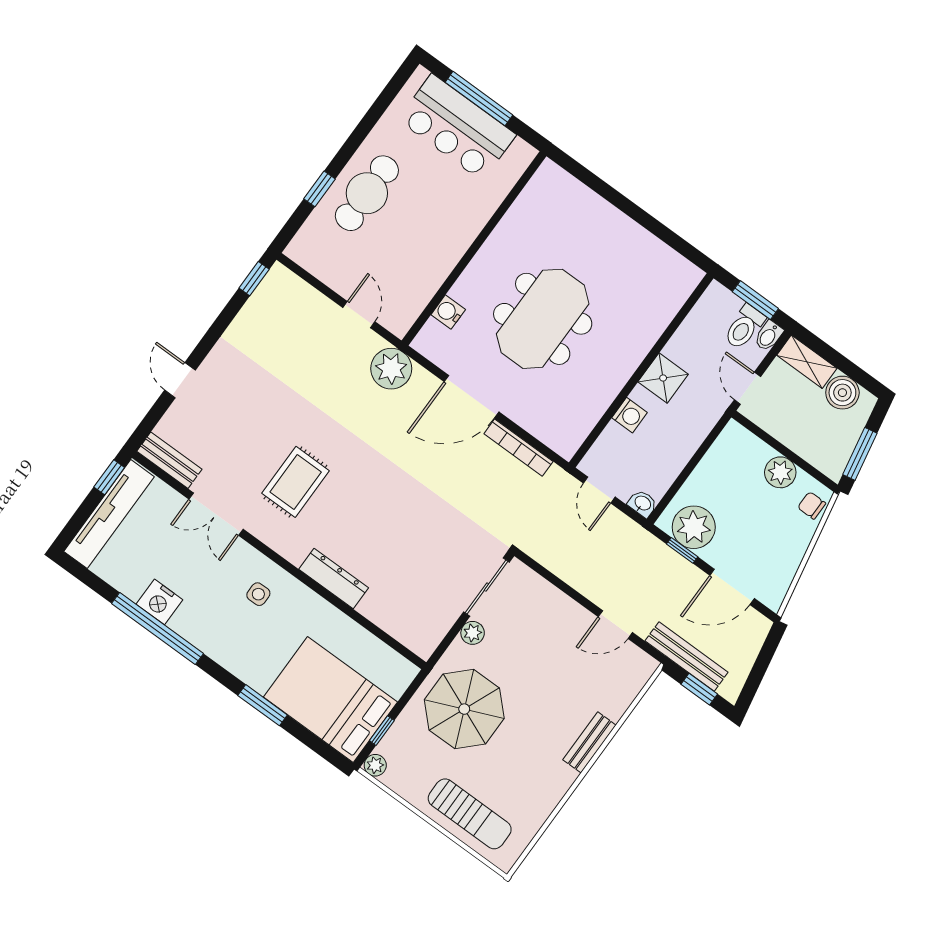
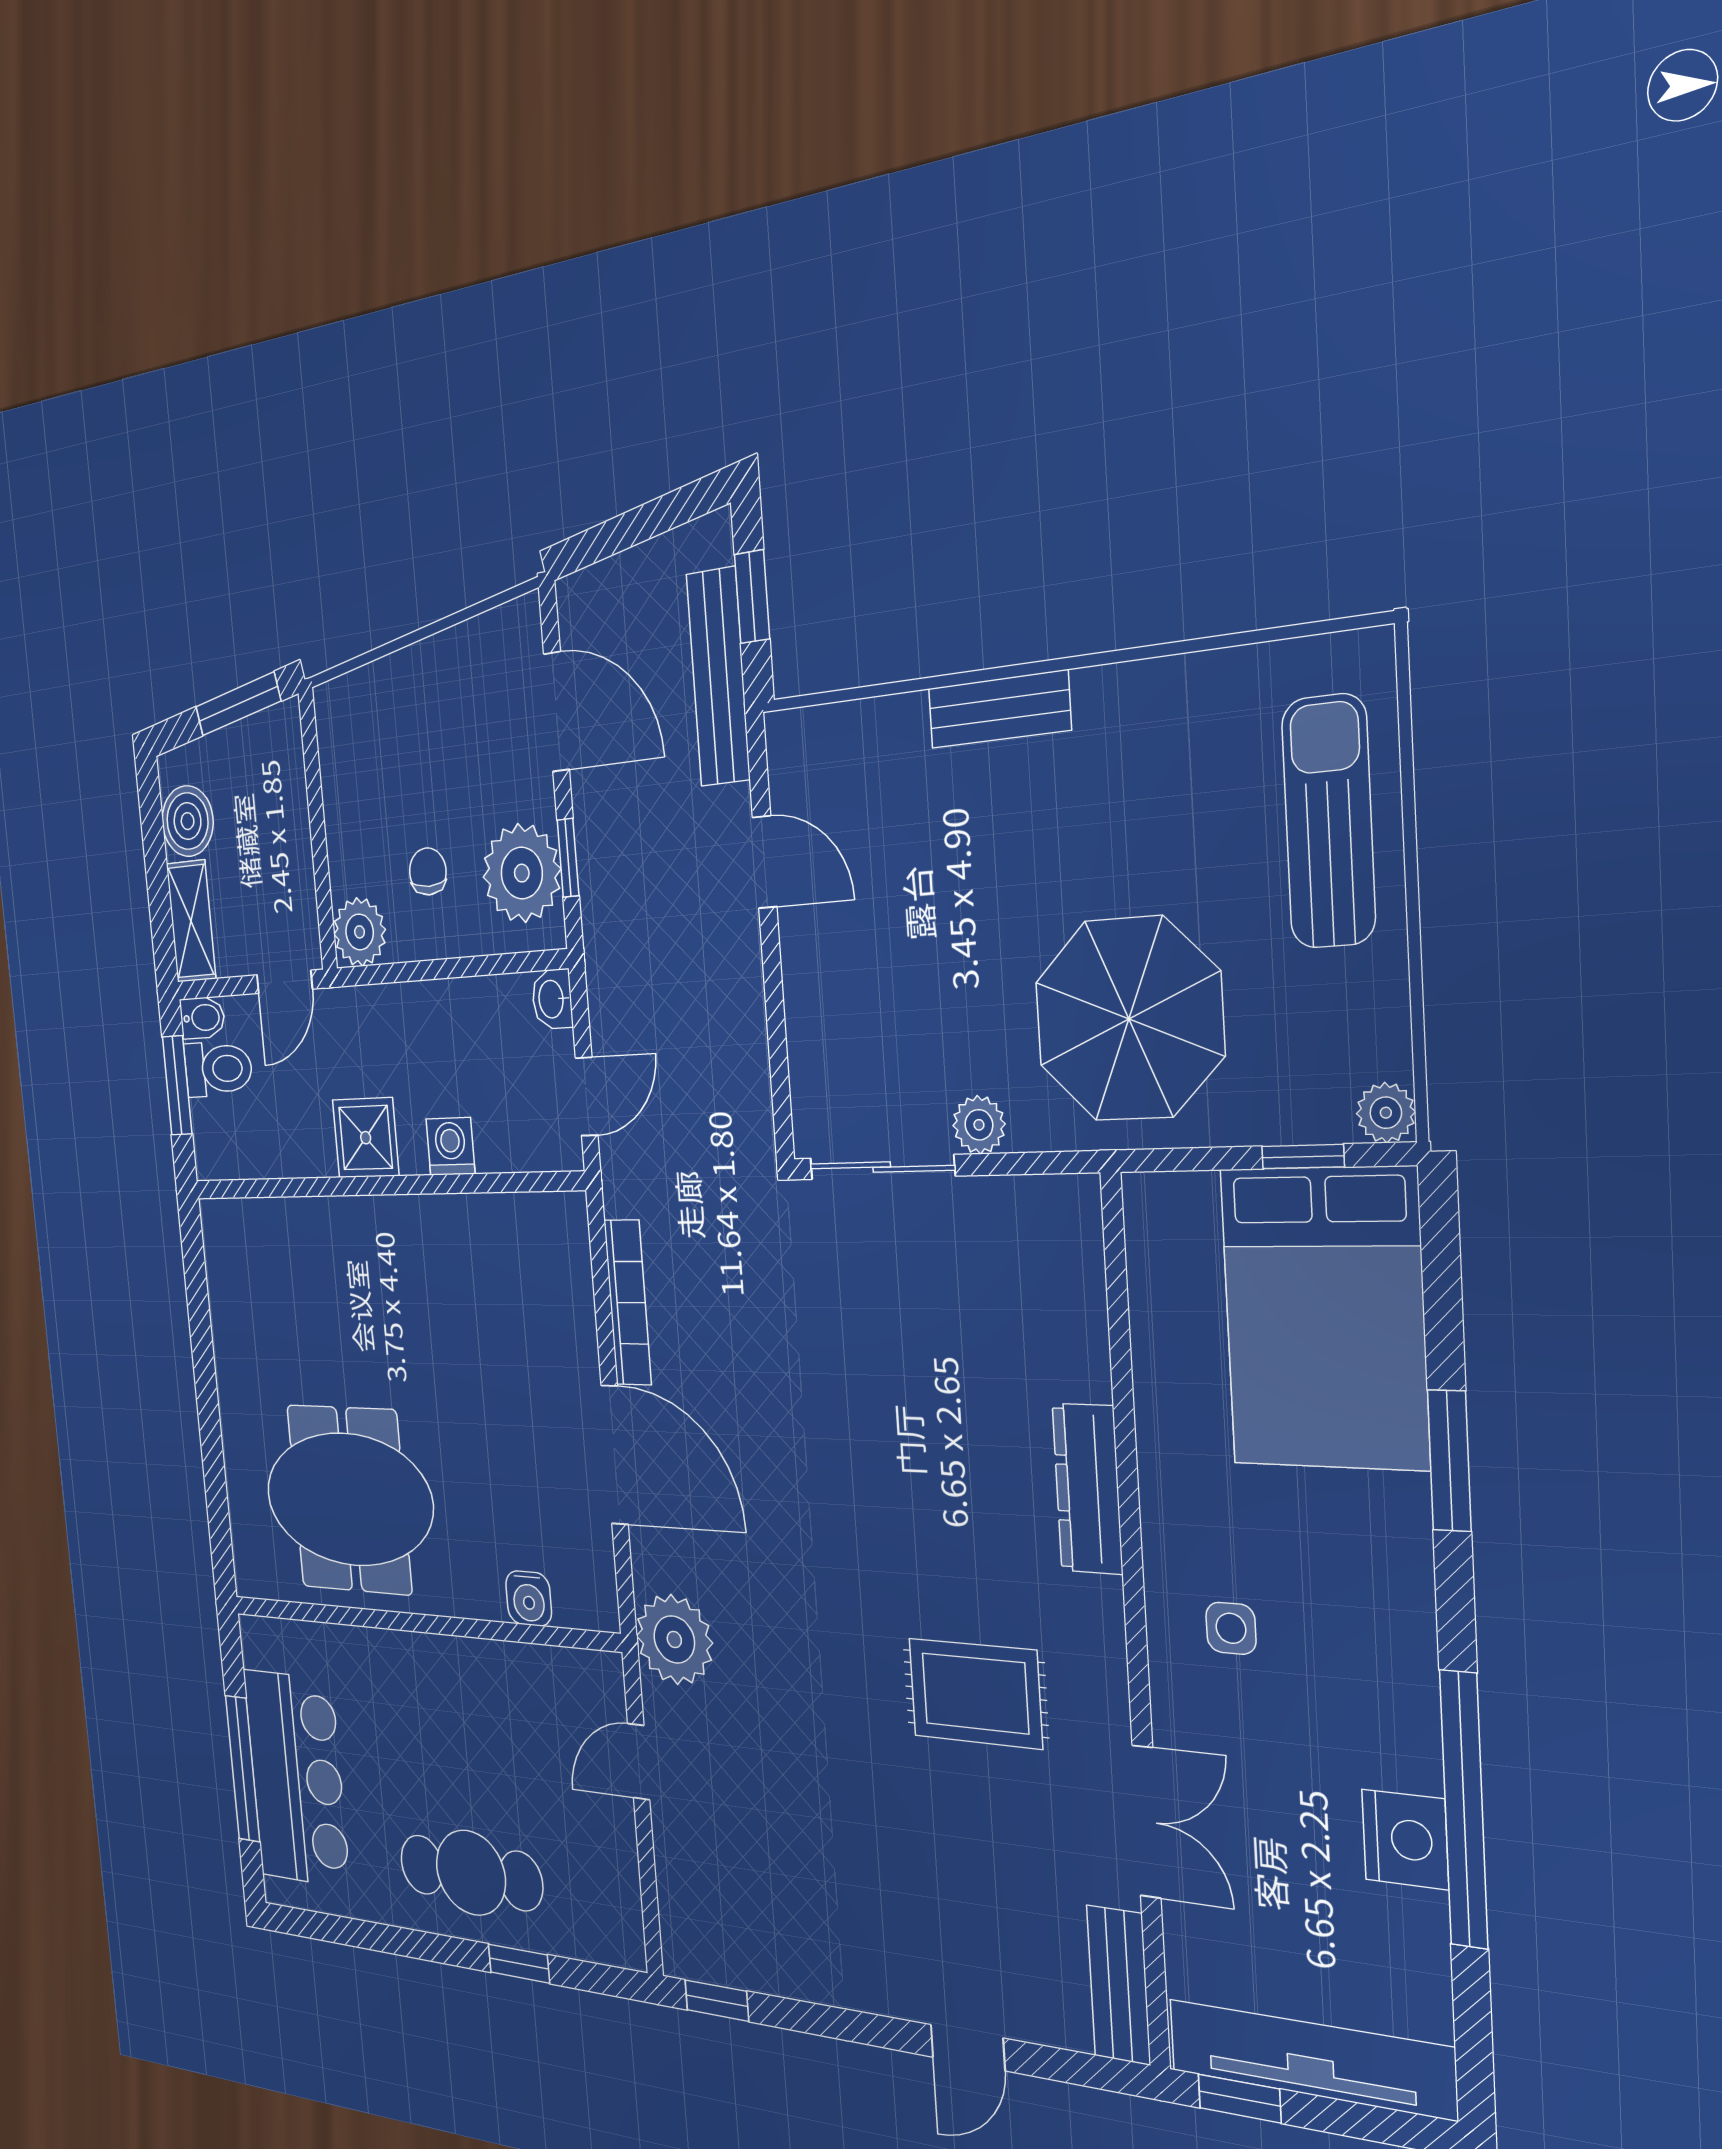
meeting table: (543, 319) -> (349, 1499), moved
plant: (780, 472) -> (360, 932), moved
chair: (812, 505) -> (428, 871), moved, turned 180

